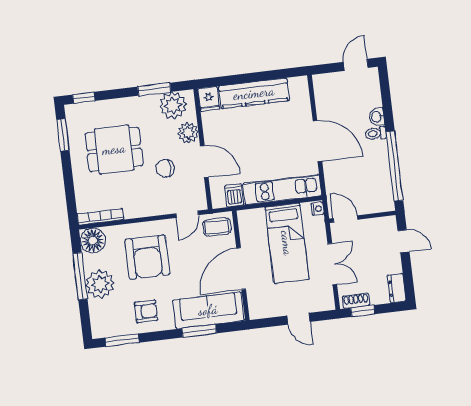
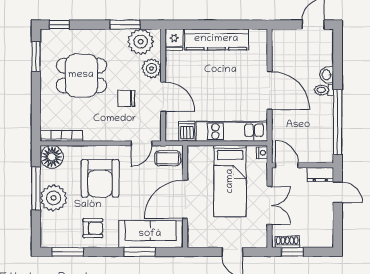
dresser: (397, 288) -> (320, 175), moved, turned -90

